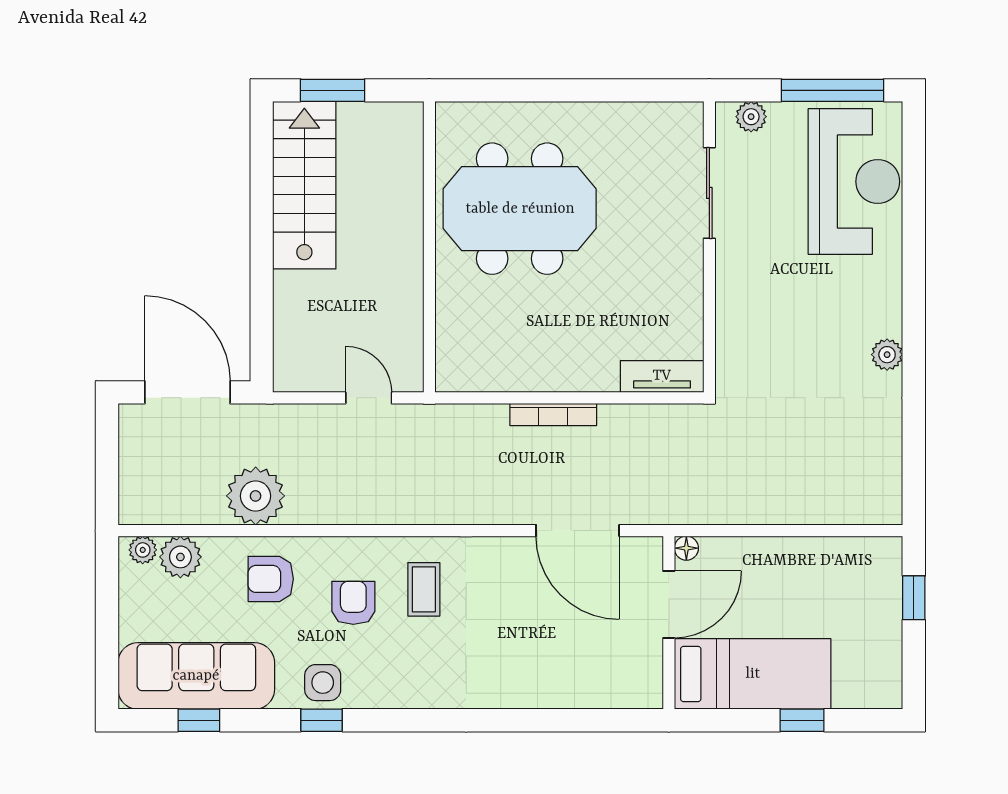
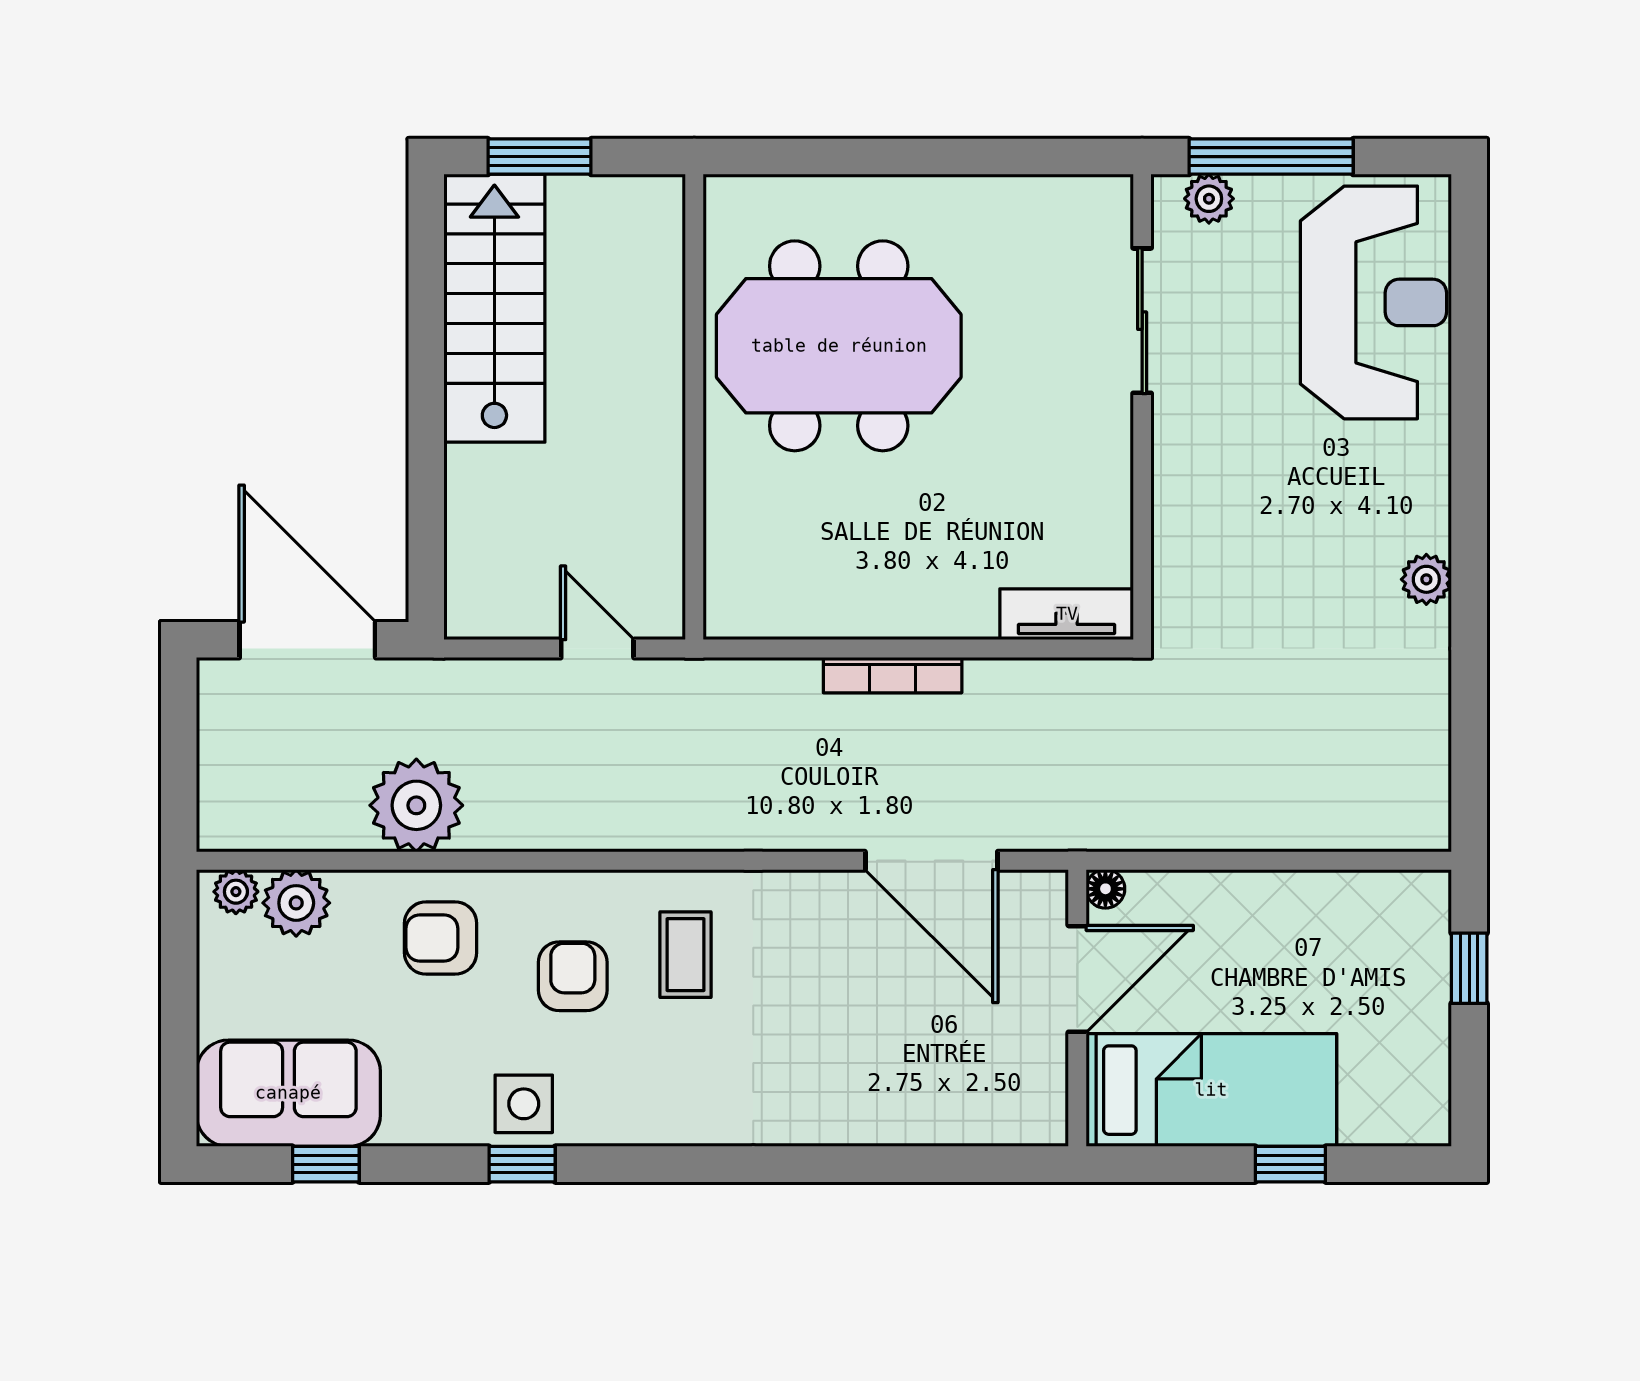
window: (832, 90) -> (1271, 157), moved
sofa: (196, 676) -> (288, 1093), width x0.73

